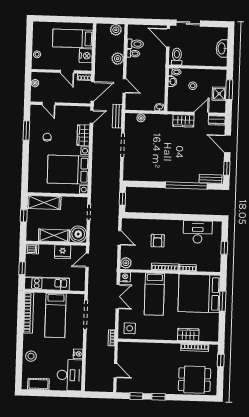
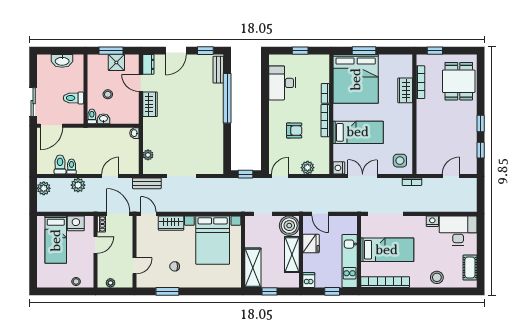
toilet: (177, 57) -> (73, 98), moved
door: (120, 238) -> (280, 176), moved
plant: (126, 263) -> (308, 168), moved

